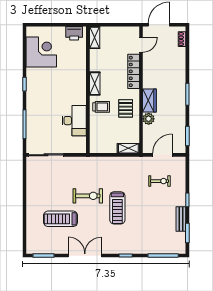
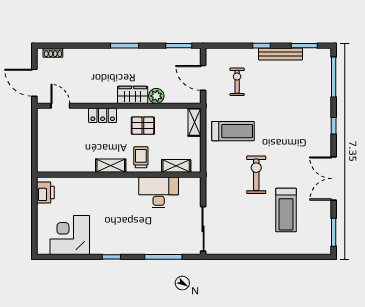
shelving: (95, 38) -> (176, 166), moved
locker: (134, 71) -> (103, 115), width x0.66
treadmill: (117, 208) -> (233, 131), moved
bench: (181, 219) -> (281, 54), width x1.36

